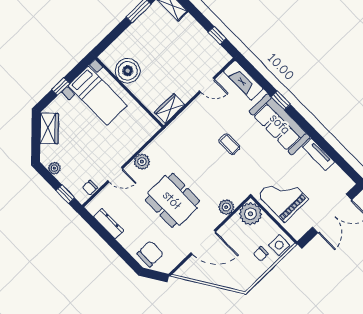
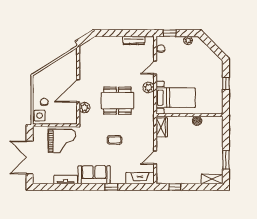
boiler: (128, 71) -> (197, 121), width x0.54, depth x0.54
bed with nightstands: (98, 96) -> (176, 98), moved, turned 180
sofa: (280, 124) -> (94, 175), width x0.73
wardrobe: (49, 129) -> (210, 57), removed
dining table: (172, 200) -> (117, 101), moved
plant: (250, 214) -> (69, 116), removed
door: (203, 242) -> (78, 91), moved
chair: (150, 254) -> (98, 47), removed

